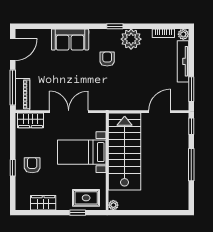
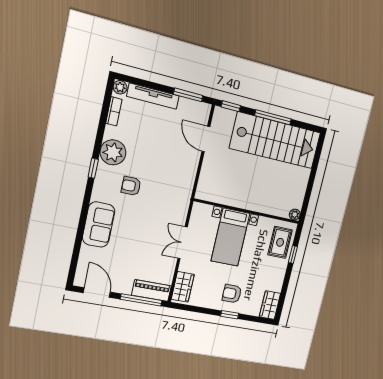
double door: (69, 112) -> (183, 243), width x0.73
stairs: (125, 151) -> (275, 140), moved, turned 180
wardrobe: (43, 203) -> (270, 305), moved

